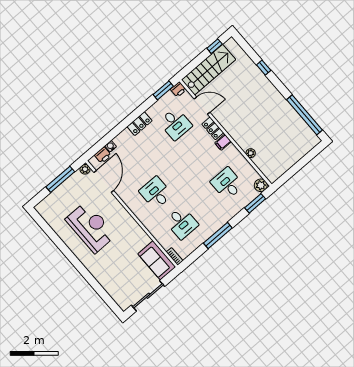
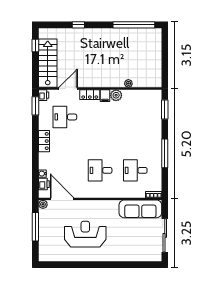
desk: (175, 124) -> (65, 117), turned 180
desk: (227, 184) -> (135, 117), removed
plant: (261, 185) -> (116, 95), moved
desk: (182, 223) -> (135, 170), turned 180
sofa: (157, 260) -> (140, 209), width x1.36

